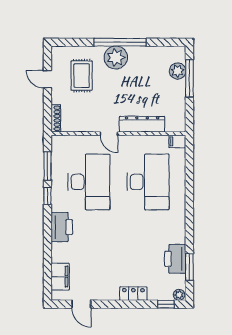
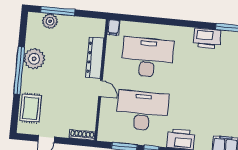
plant: (116, 57) -> (34, 59), moved
rug: (82, 76) -> (31, 108), moved, turned 90
door: (109, 134) -> (101, 88), hinge flipped
printer: (175, 259) -> (207, 38), moved

